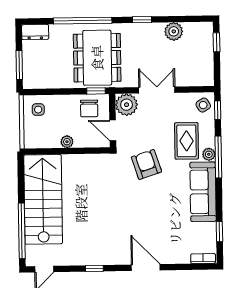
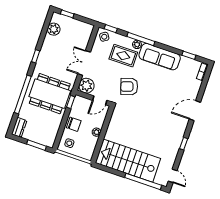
plant: (174, 31) -> (54, 29), moved
chair: (89, 108) -> (74, 124), moved

